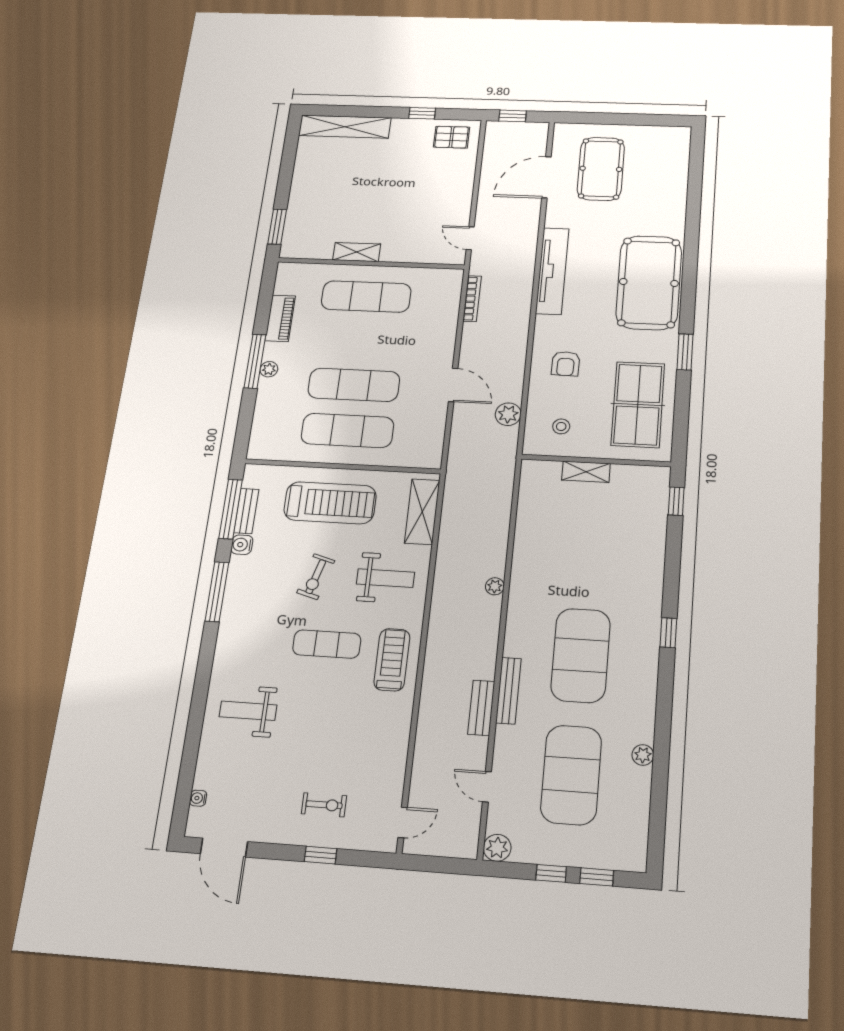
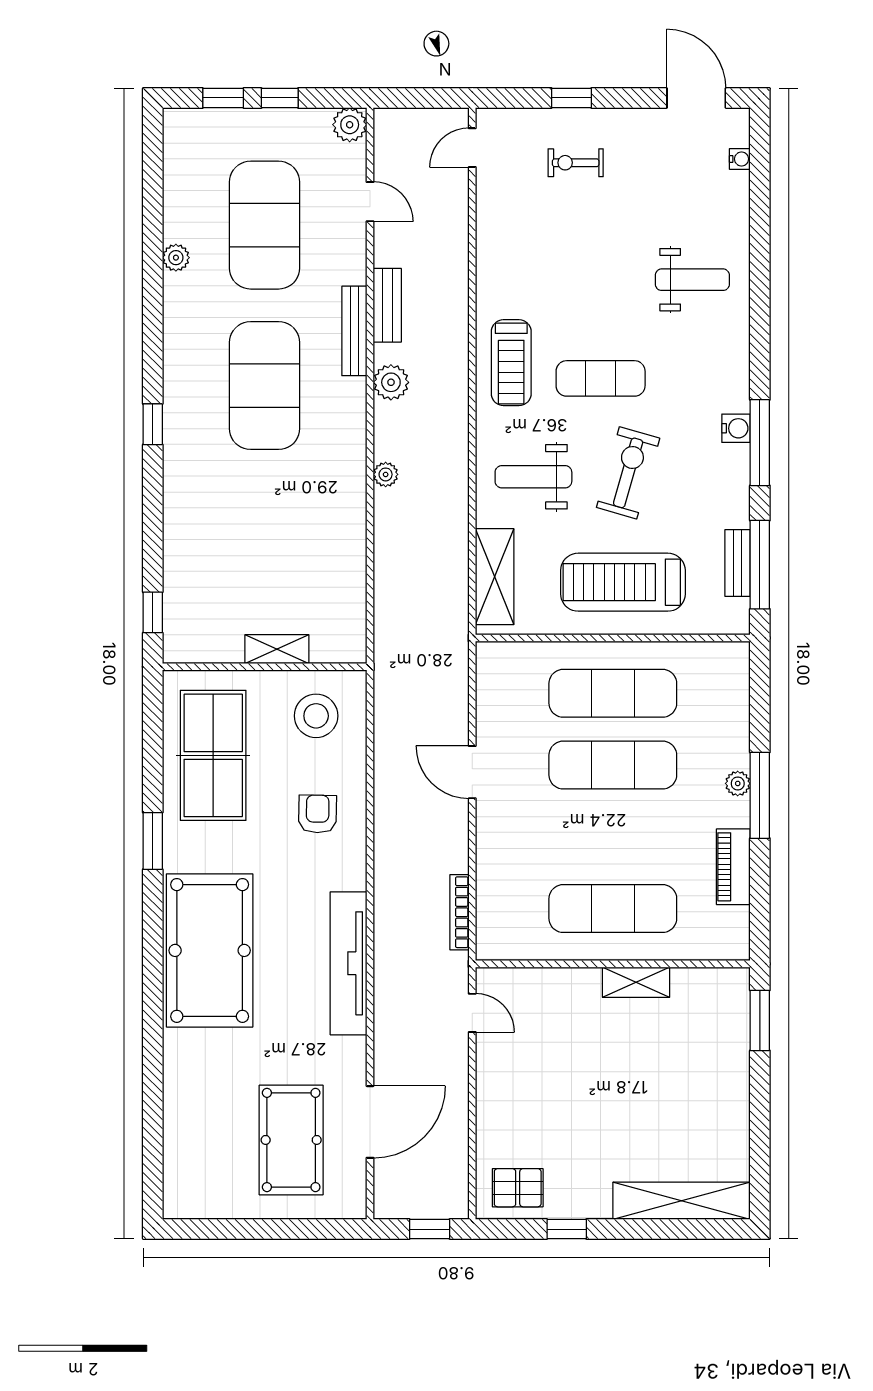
plant: (508, 414) -> (391, 382), moved
stool: (561, 426) -> (316, 716), width x1.89, depth x1.89
water cooler: (242, 545) -> (736, 428), moved
exercise bike: (316, 577) -> (628, 473), width x1.38, depth x1.39

